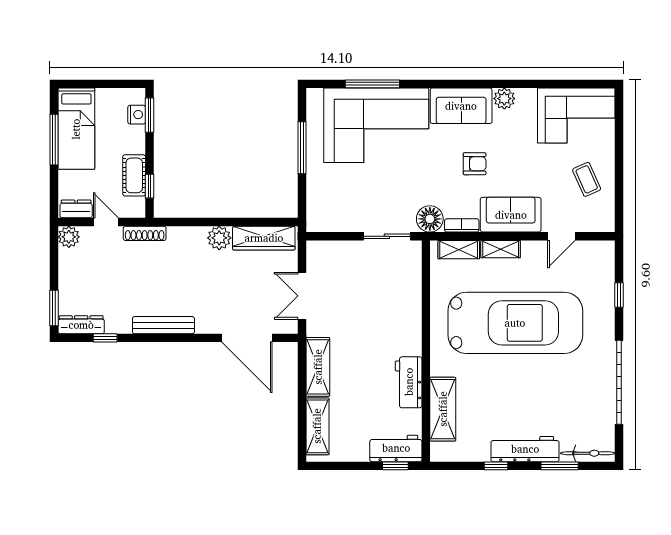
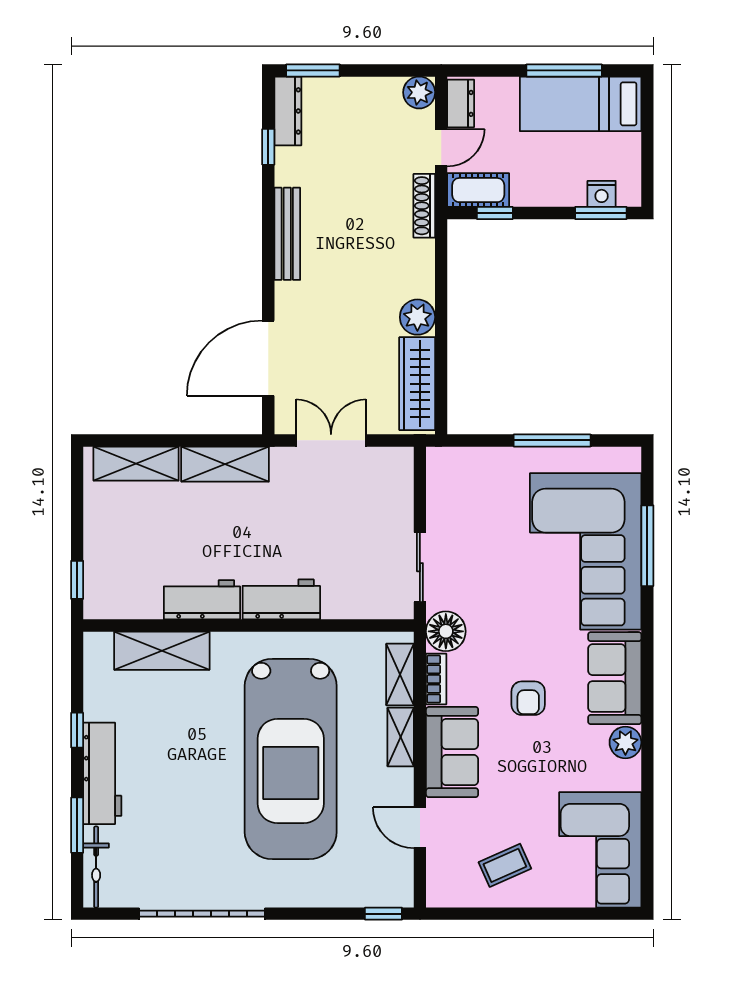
cot: (134, 175) -> (478, 190), moved
window: (619, 295) -> (383, 914), moved
workbench: (396, 448) -> (281, 599), moved, turned -90

